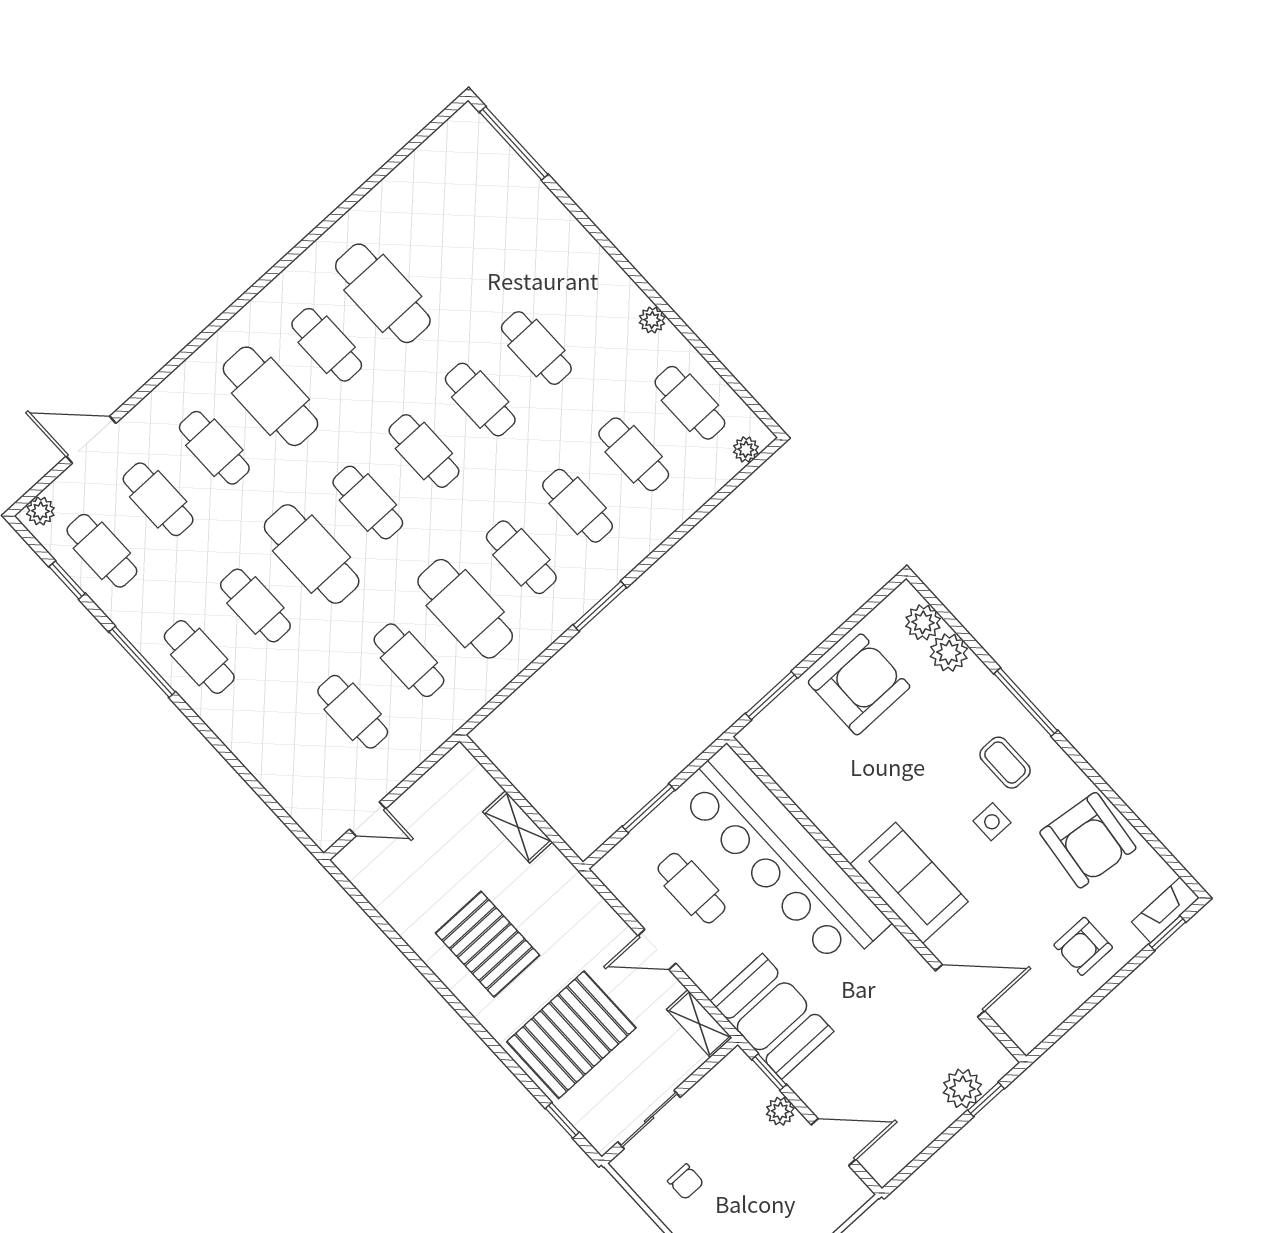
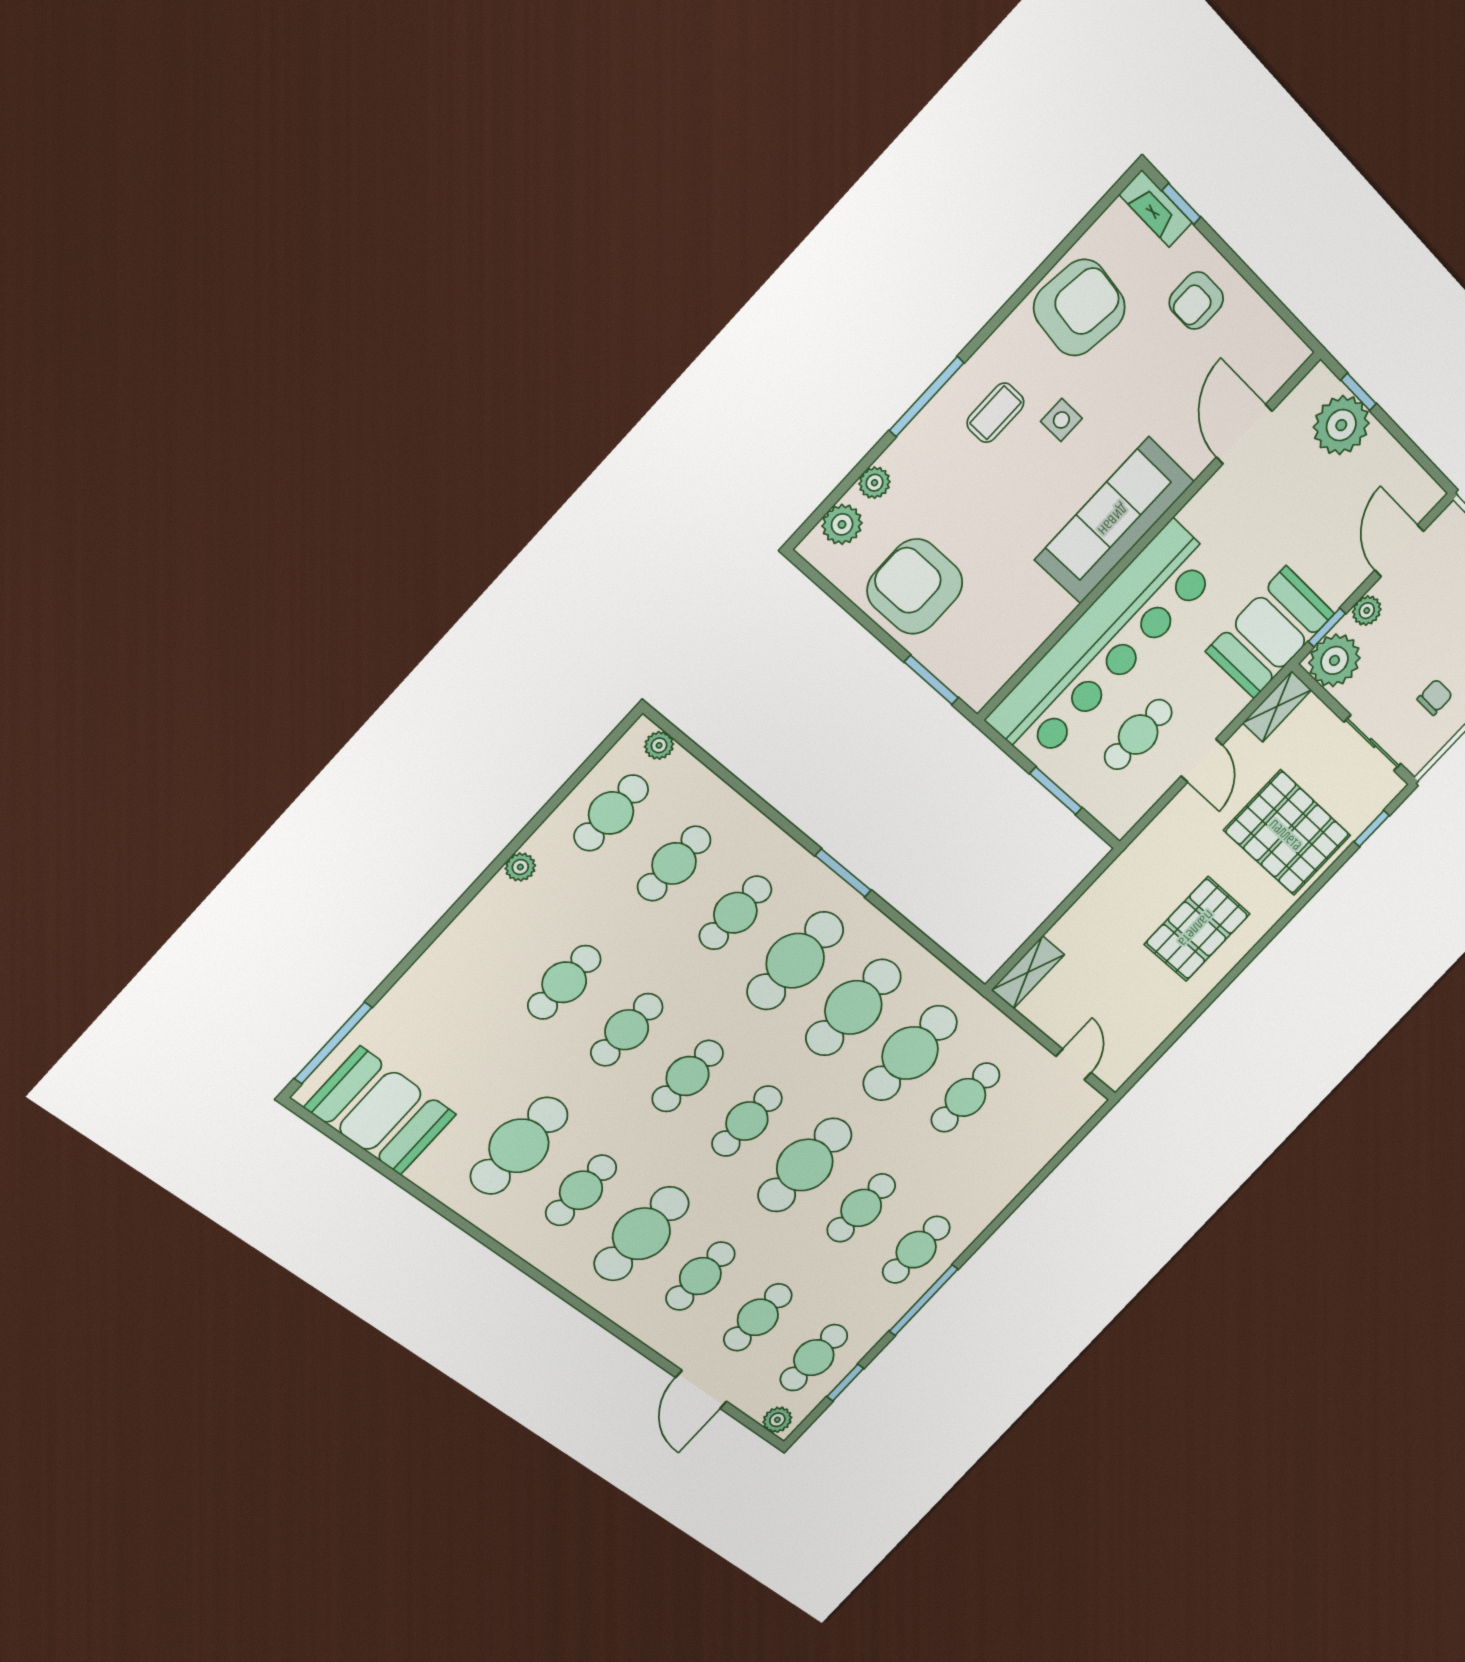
booth: (441, 176) -> (380, 1111), added
cafe table: (521, 557) -> (795, 961), width x1.37, depth x1.35
plant: (949, 653) -> (875, 483), width x0.73, depth x0.73
cafe table: (409, 660) -> (910, 1053), width x1.37, depth x1.35
shelving: (518, 827) -> (1028, 972), moved
sofa: (909, 883) -> (1114, 521), width x1.36
armchair: (1083, 946) -> (1196, 301), turned 90
plant: (736, 1080) -> (1334, 660), added
plant: (962, 1089) -> (1341, 425), width x1.36, depth x1.36

